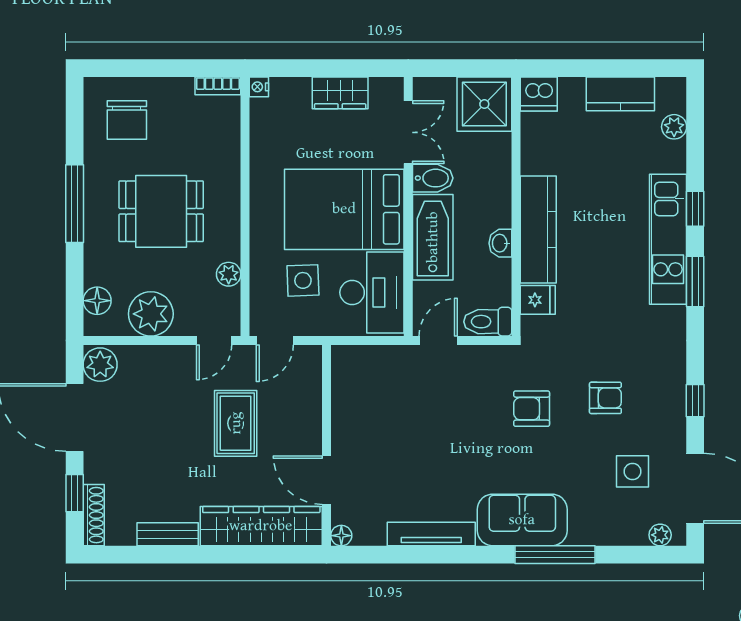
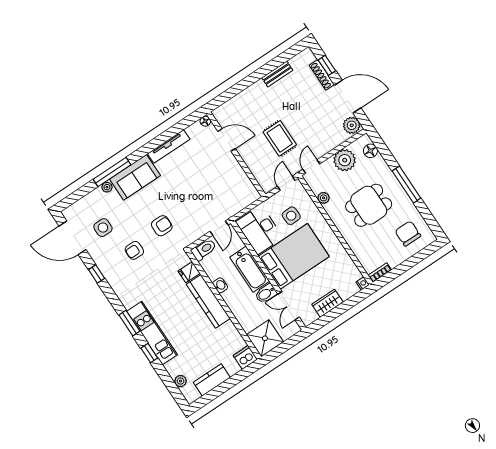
shoe rack: (94, 515) -> (322, 75), moved
wardrobe: (261, 526) -> (241, 103), removed
plant: (660, 535) -> (107, 187), moved

